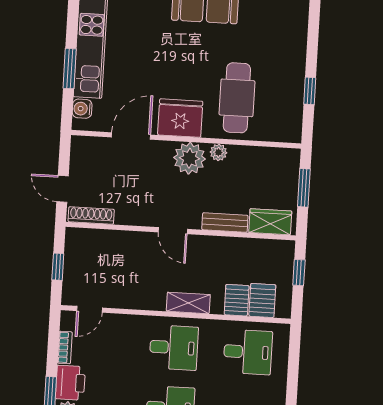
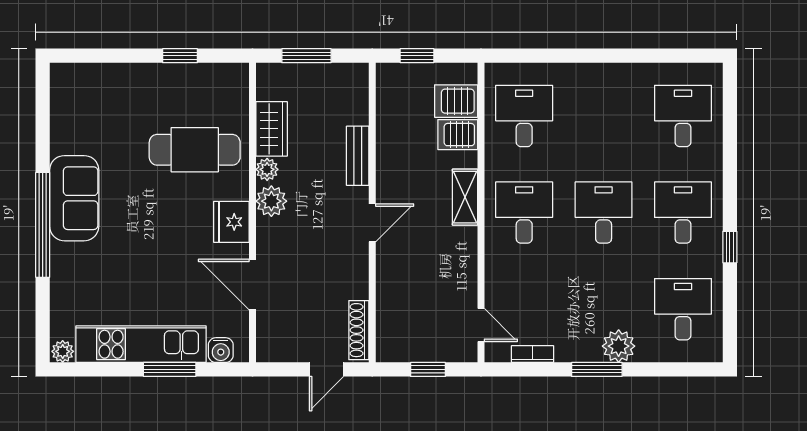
fridge: (180, 118) -> (231, 222), width x0.73, depth x0.75
plant: (189, 158) -> (271, 201), width x0.73, depth x0.73
wardrobe: (270, 222) -> (272, 129), moved, turned 180
printer: (70, 383) -> (578, 344), removed

